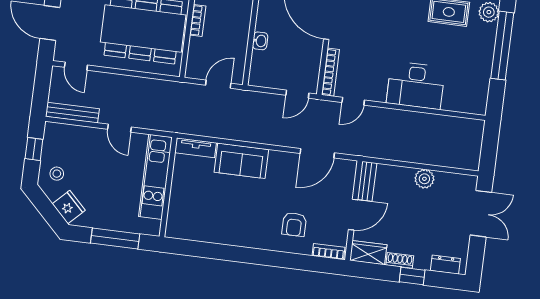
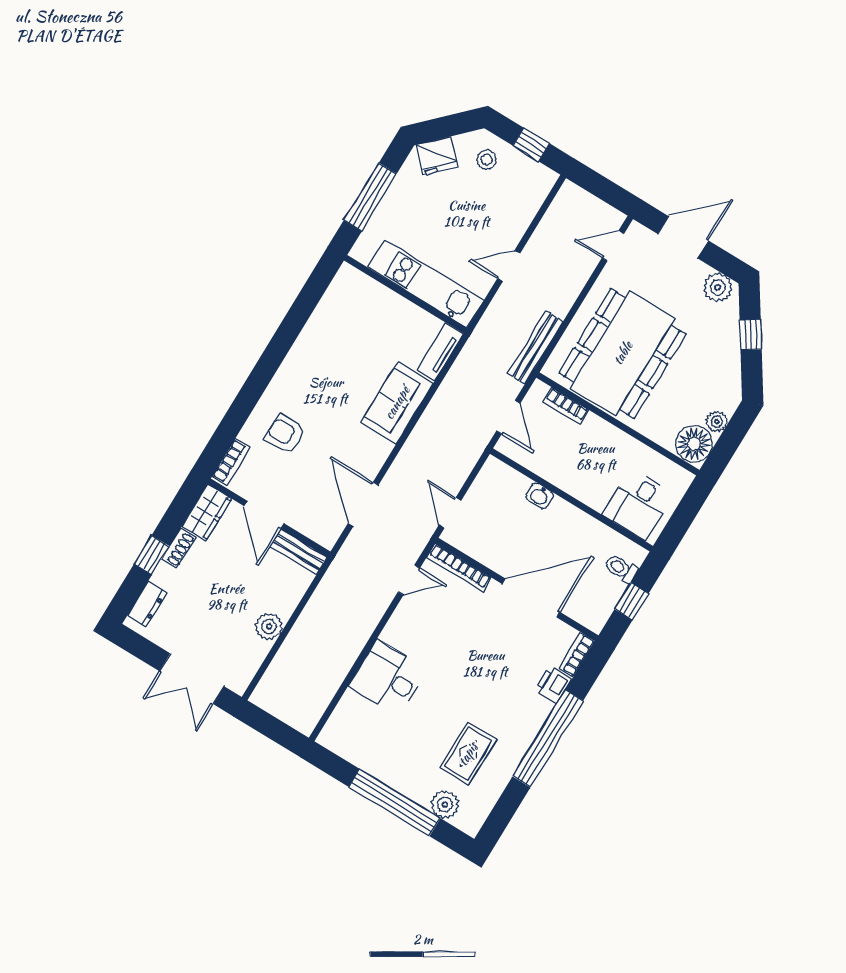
bookcase: (198, 21) -> (566, 406), moved
desk: (416, 85) -> (388, 678), width x0.73
door: (353, 101) -> (409, 580), swing flipped
bench: (72, 113) -> (535, 347), moved

